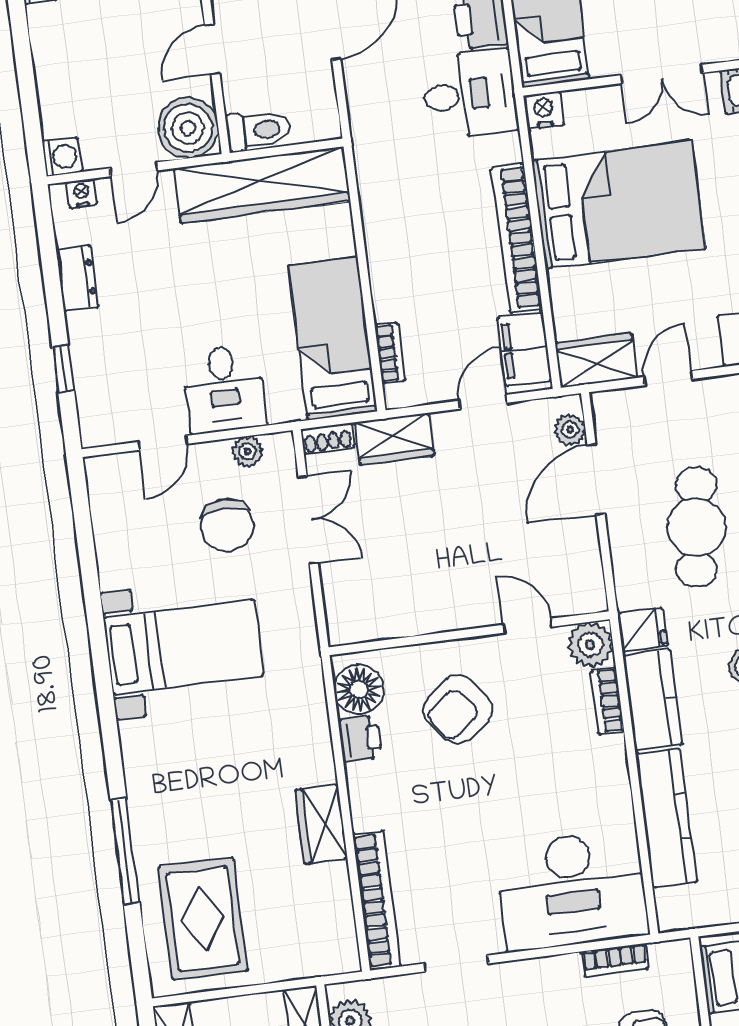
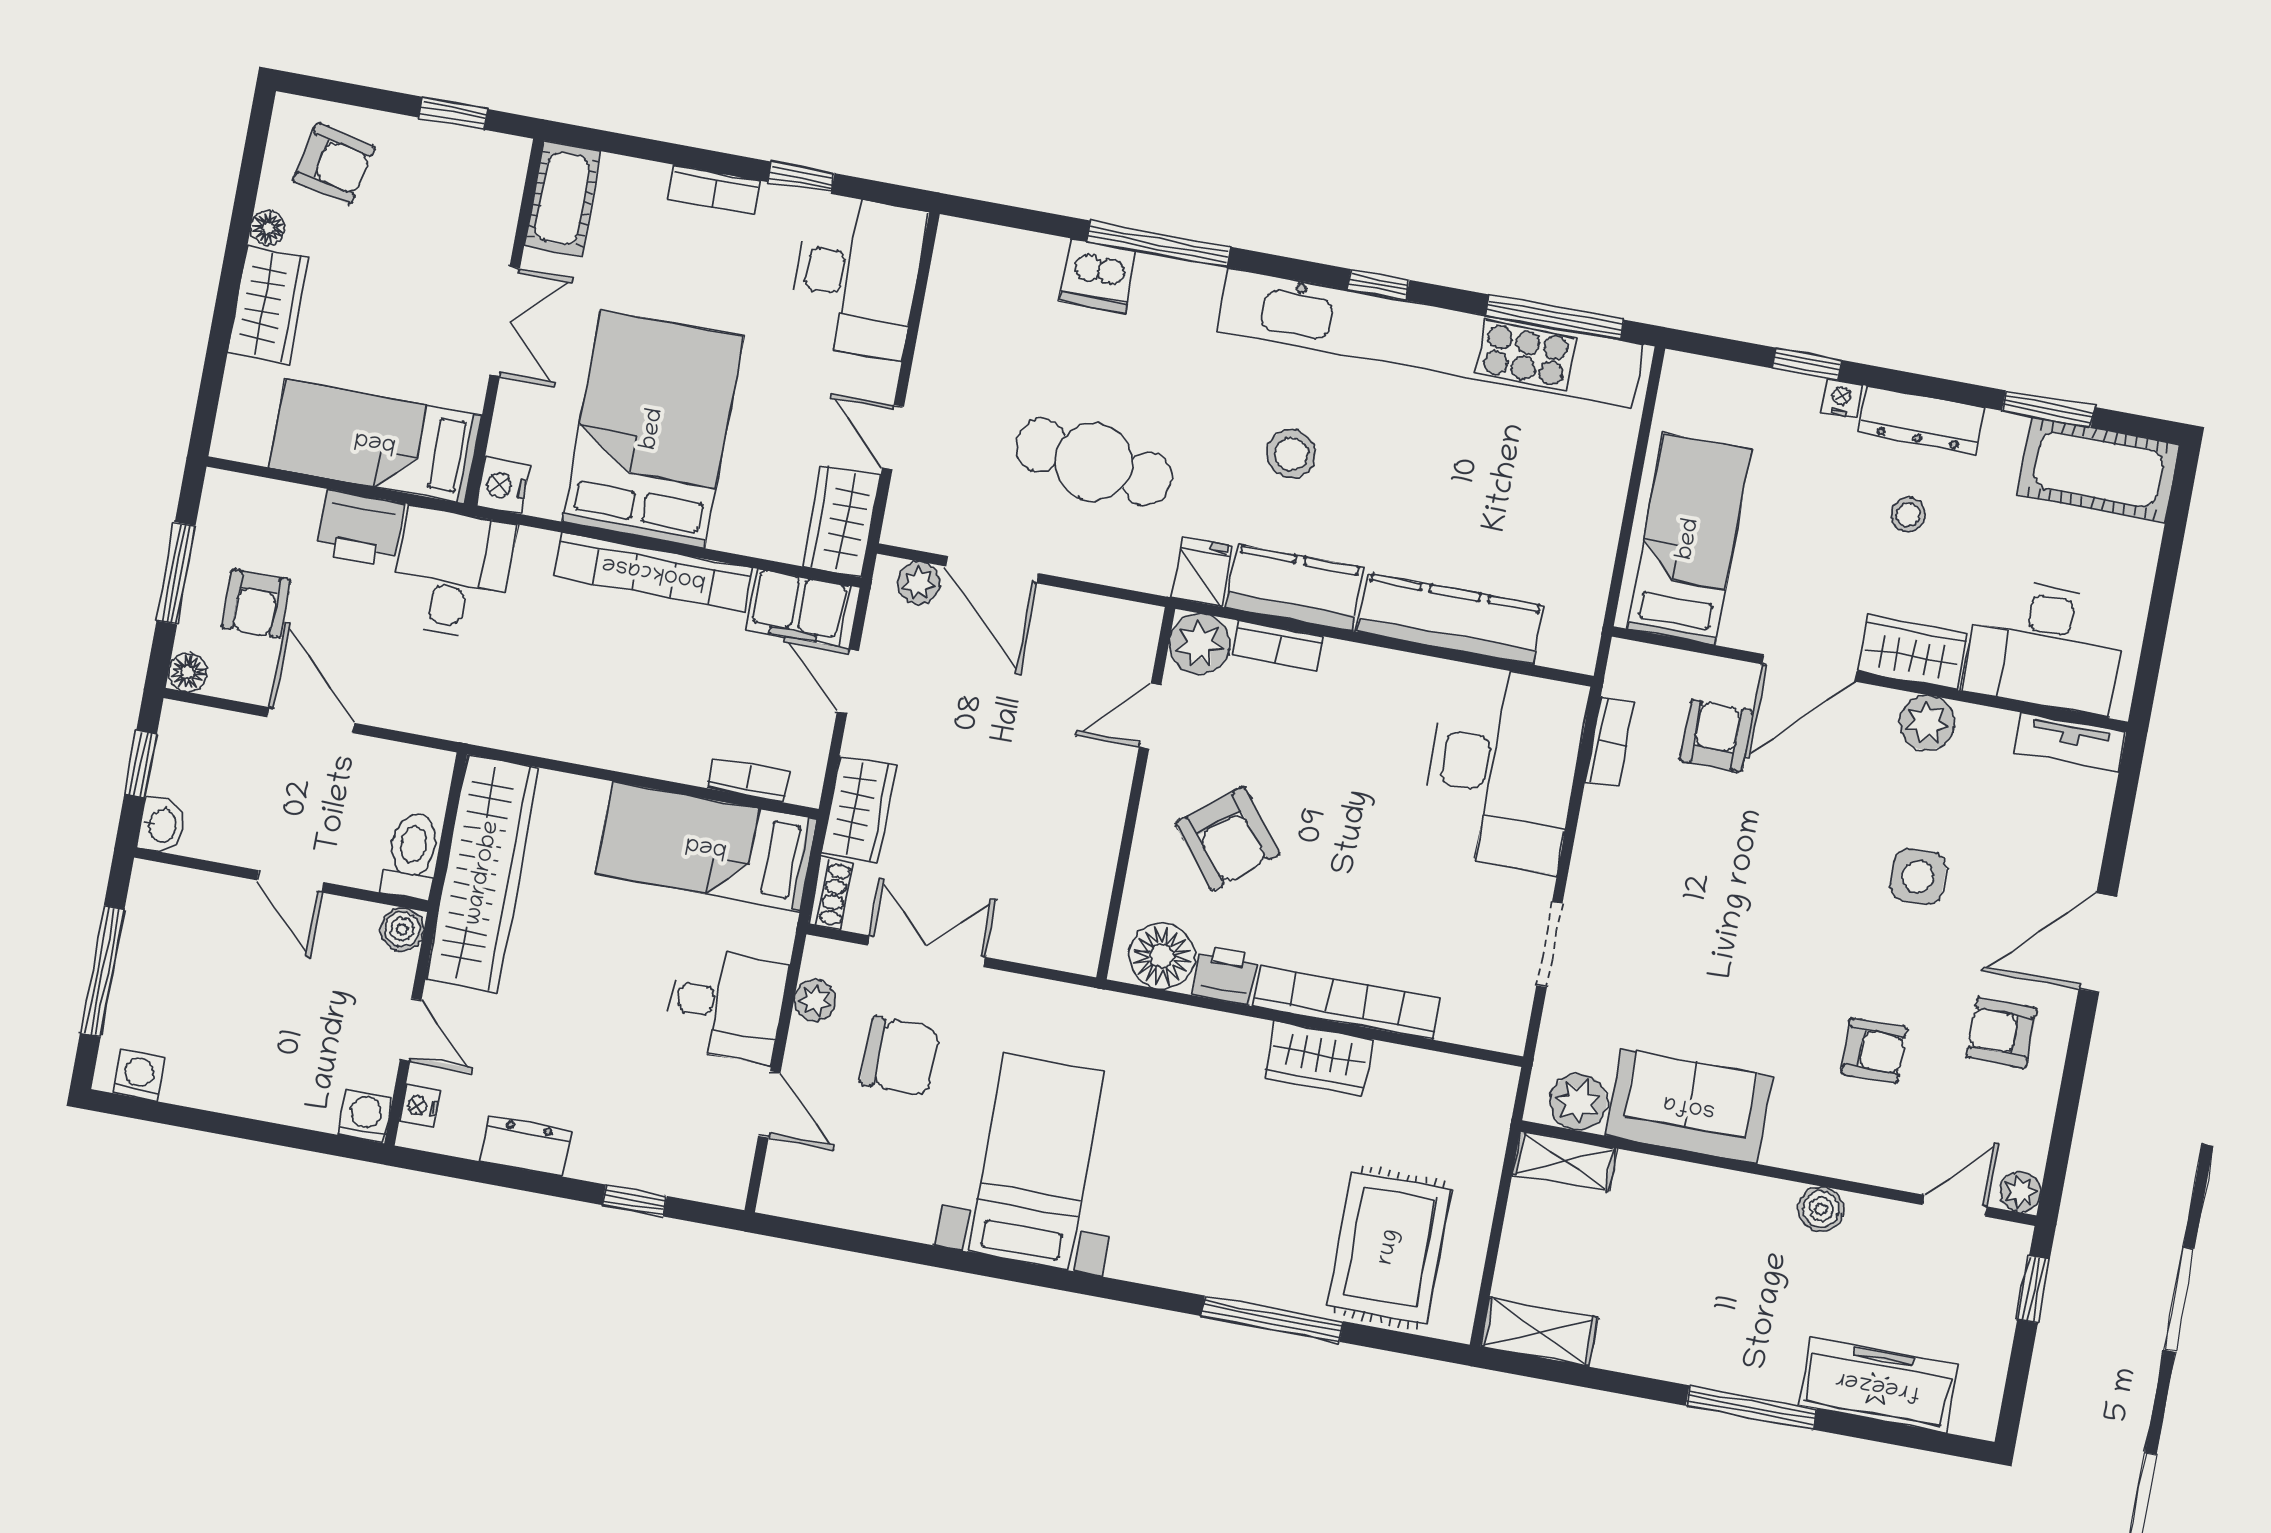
boiler: (188, 128) -> (402, 929), width x0.54, depth x0.54
bookcase: (377, 900) -> (1347, 1003), moved
rug: (203, 919) -> (1389, 1247), turned 90

